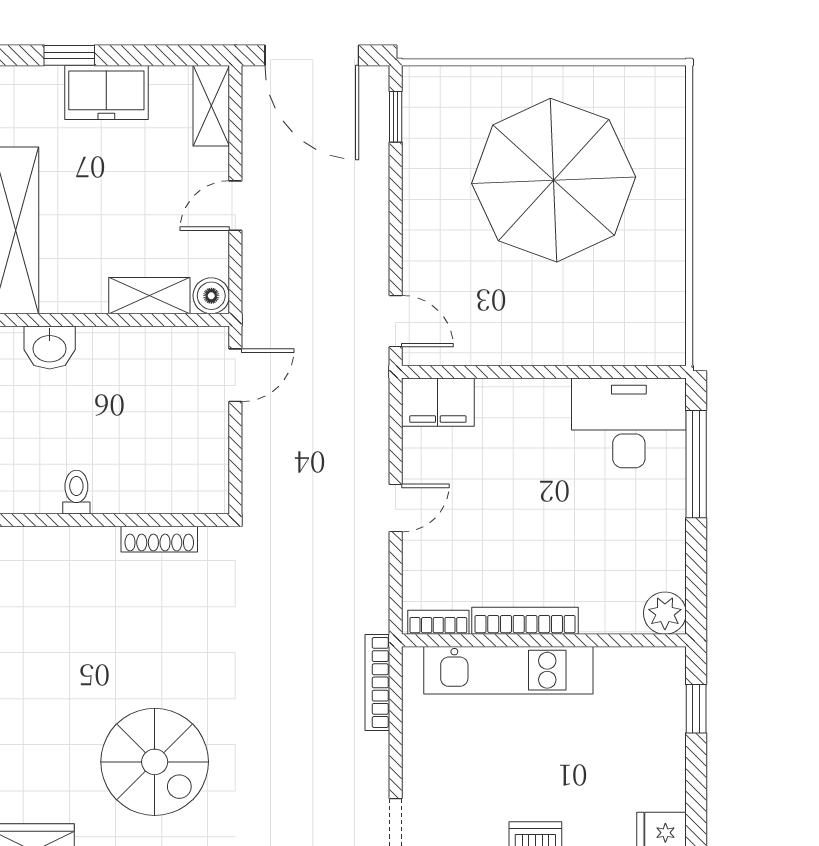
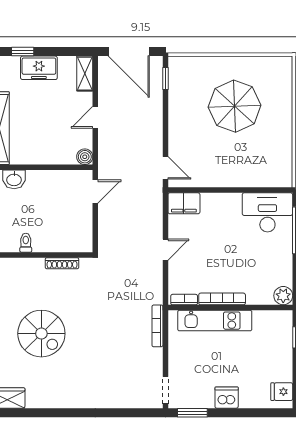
parasol: (554, 180) -> (235, 106), width x0.73, depth x0.73
shelving: (149, 296) -> (58, 157), removed
spiral stairs: (155, 762) -> (41, 334), moved

